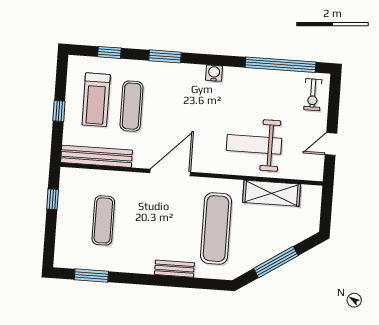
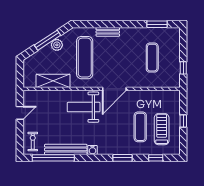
weight bench: (254, 144) -> (84, 107), moved, turned 180
bench: (97, 156) -> (66, 149), moved
plant: (261, 253) -> (57, 45), added

